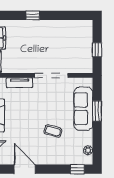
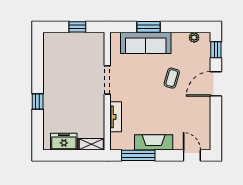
doorway: (51, 75) -> (107, 80), width x0.73
door: (25, 169) -> (216, 84), moved

